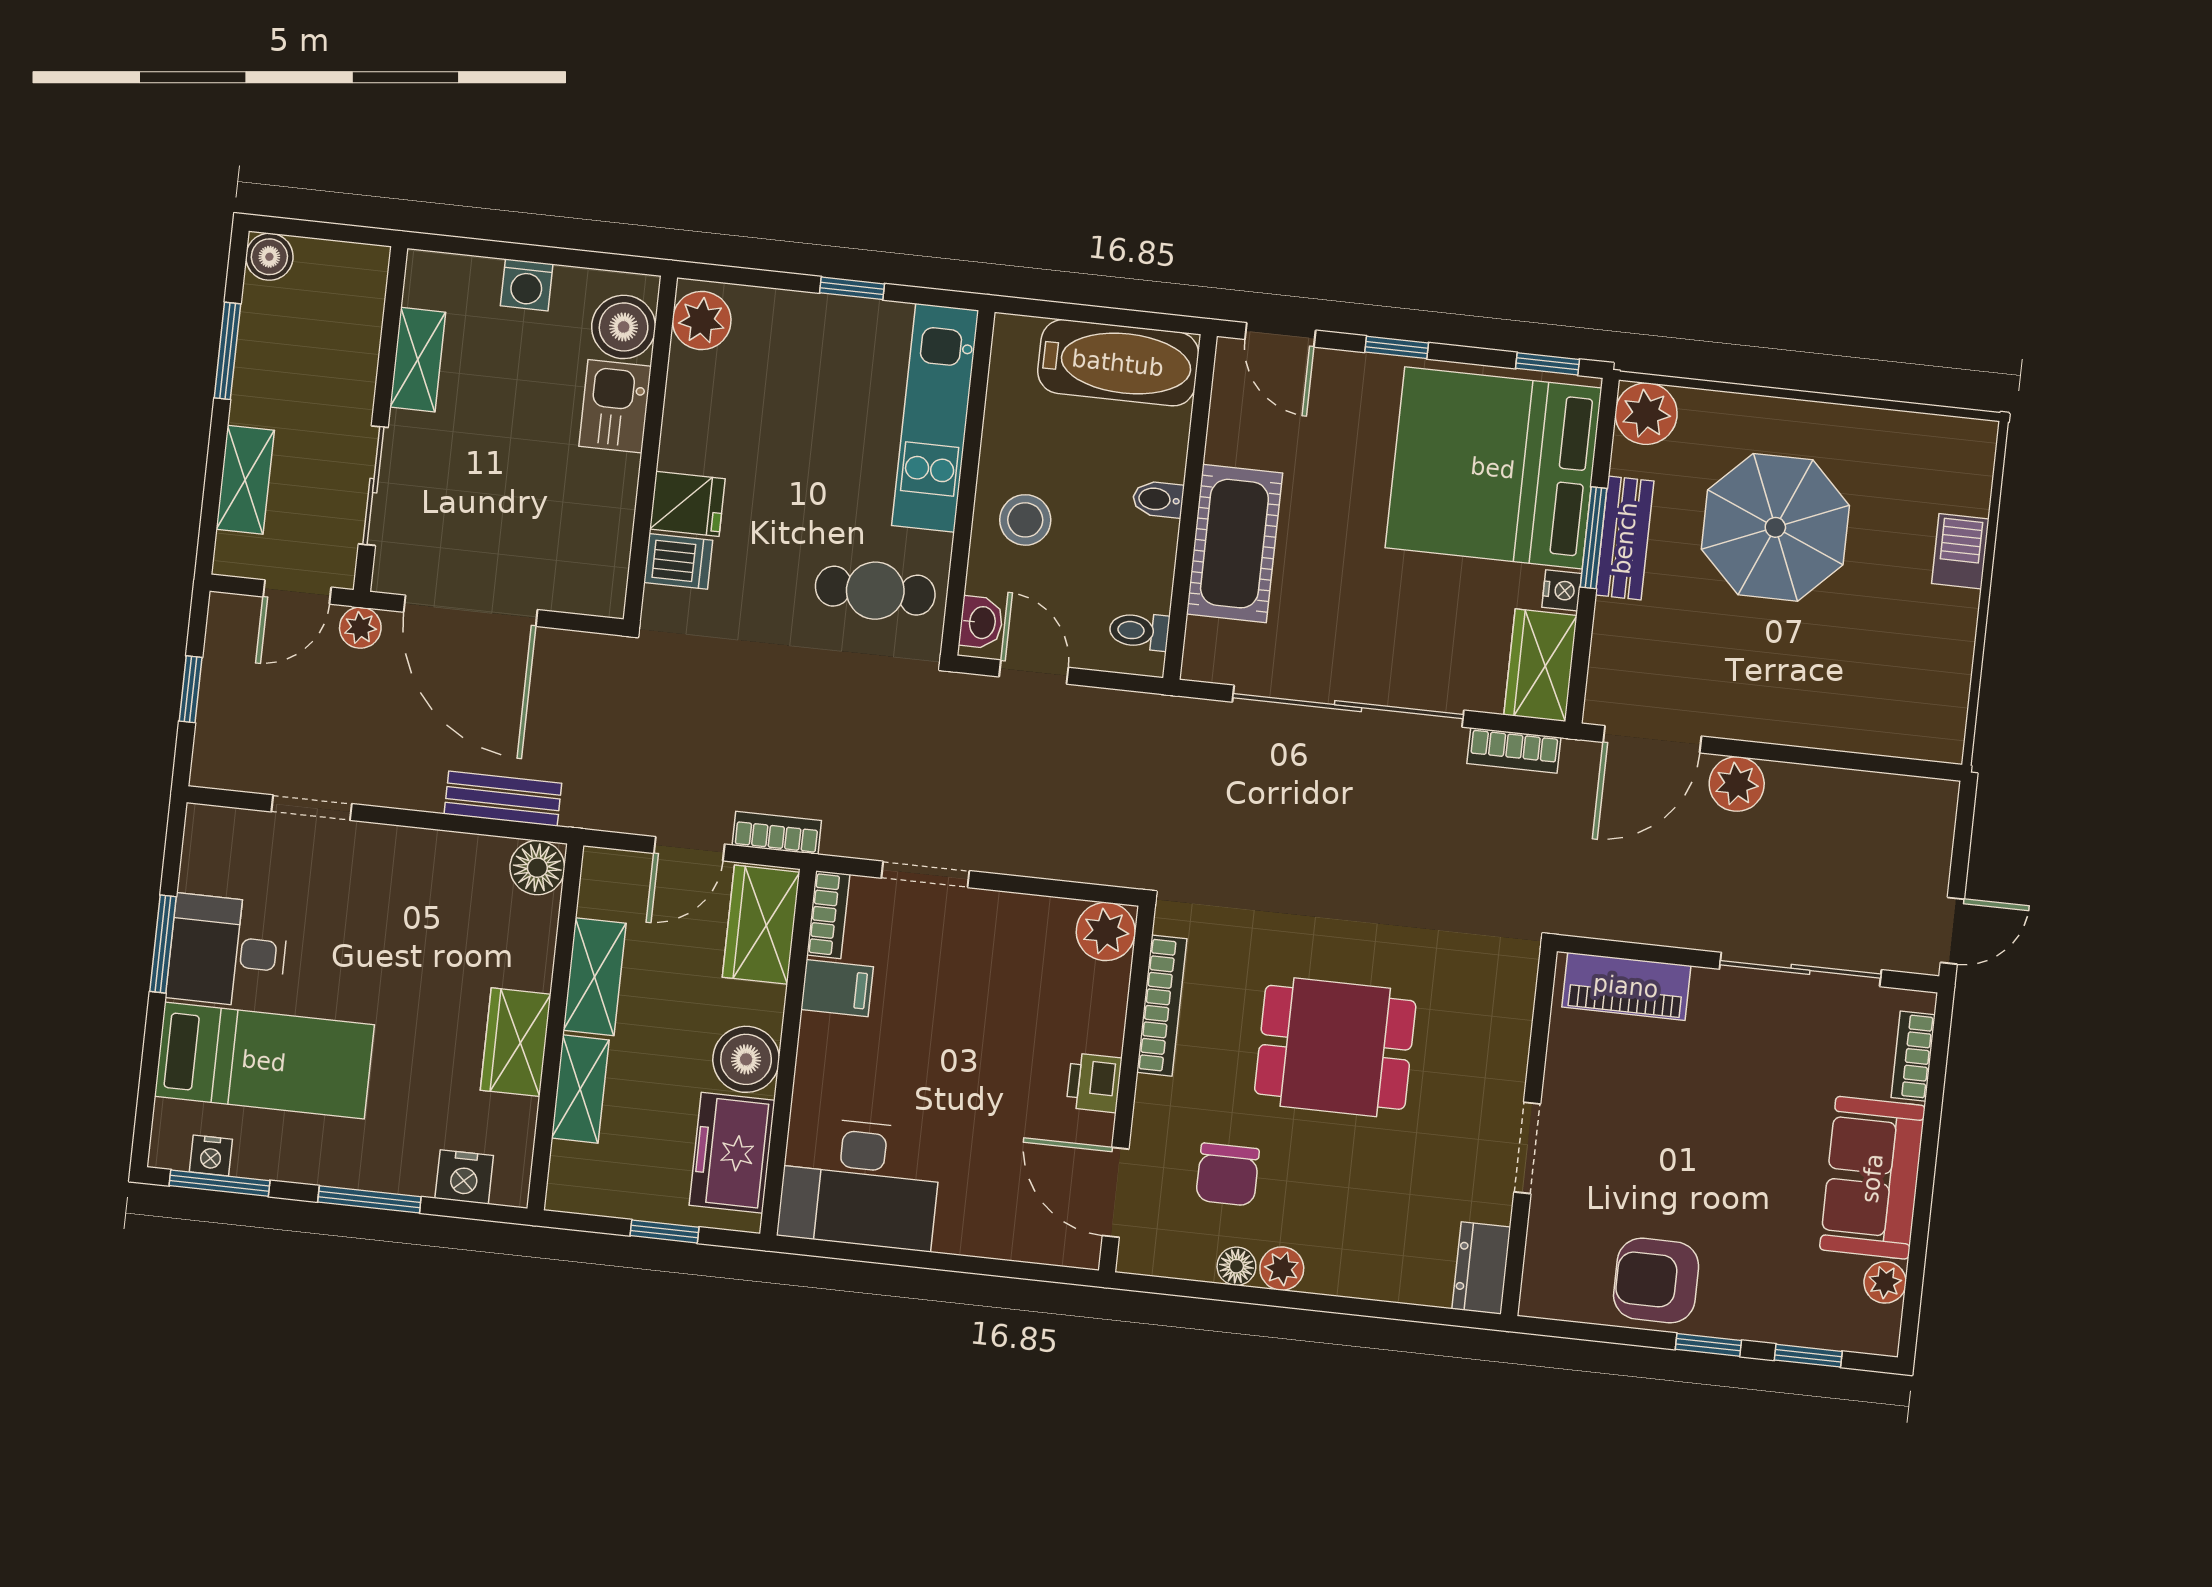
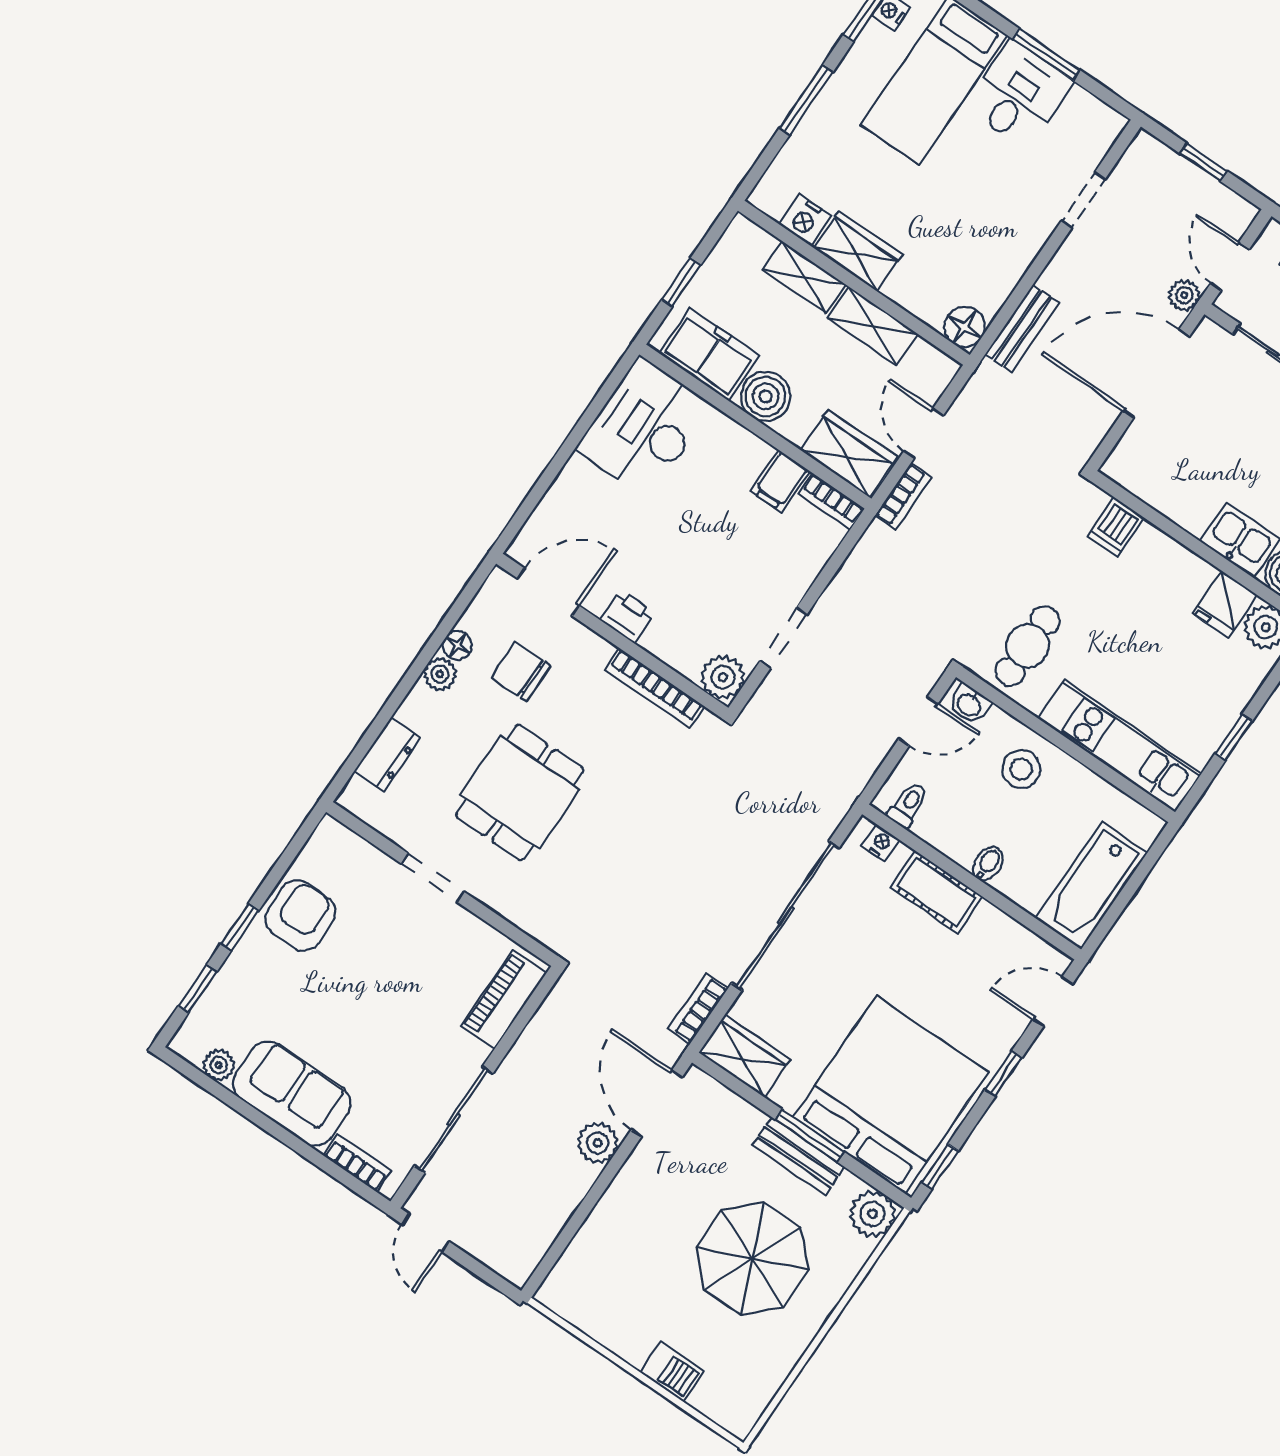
fridge: (687, 504) -> (1225, 604), moved
cot: (1234, 544) -> (936, 892), width x0.73, depth x0.75
nightstand: (1562, 590) -> (881, 843), moved, turned 180
doorway: (925, 874) -> (783, 638), moved
dining table: (1335, 1047) -> (520, 792), moved
nightstand: (464, 1177) -> (805, 220), moved, turned -90
dresser: (1481, 1268) -> (387, 755), moved, turned 90

